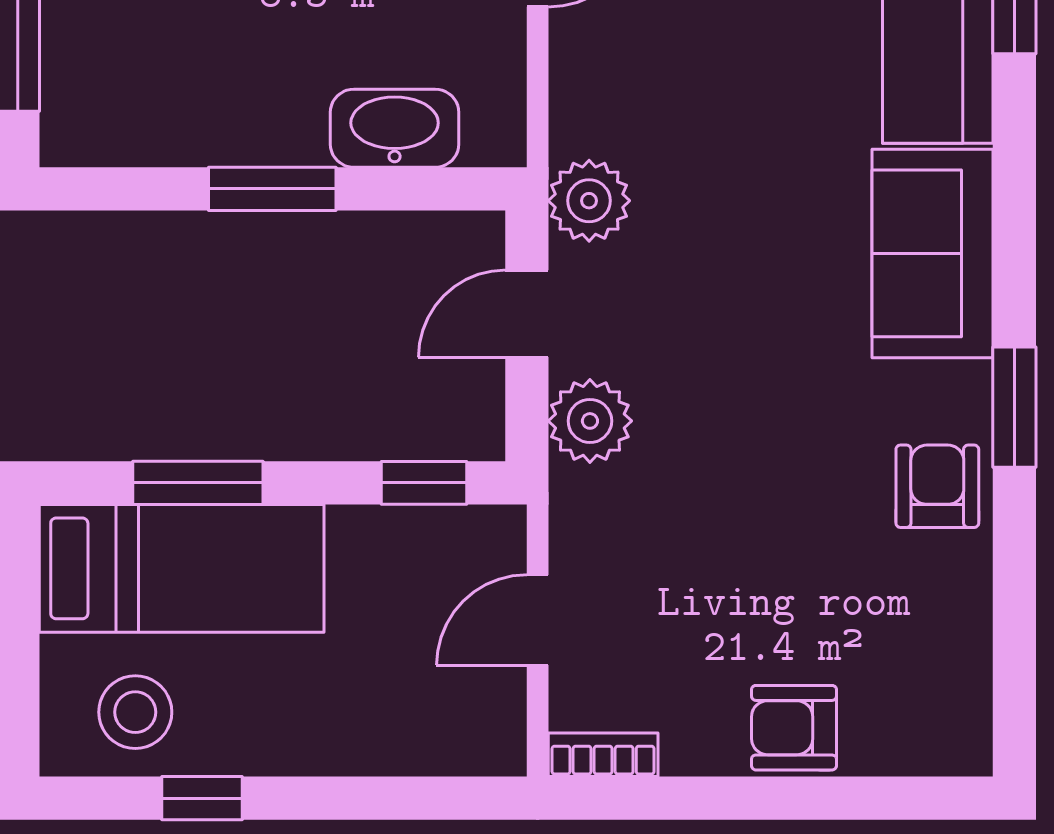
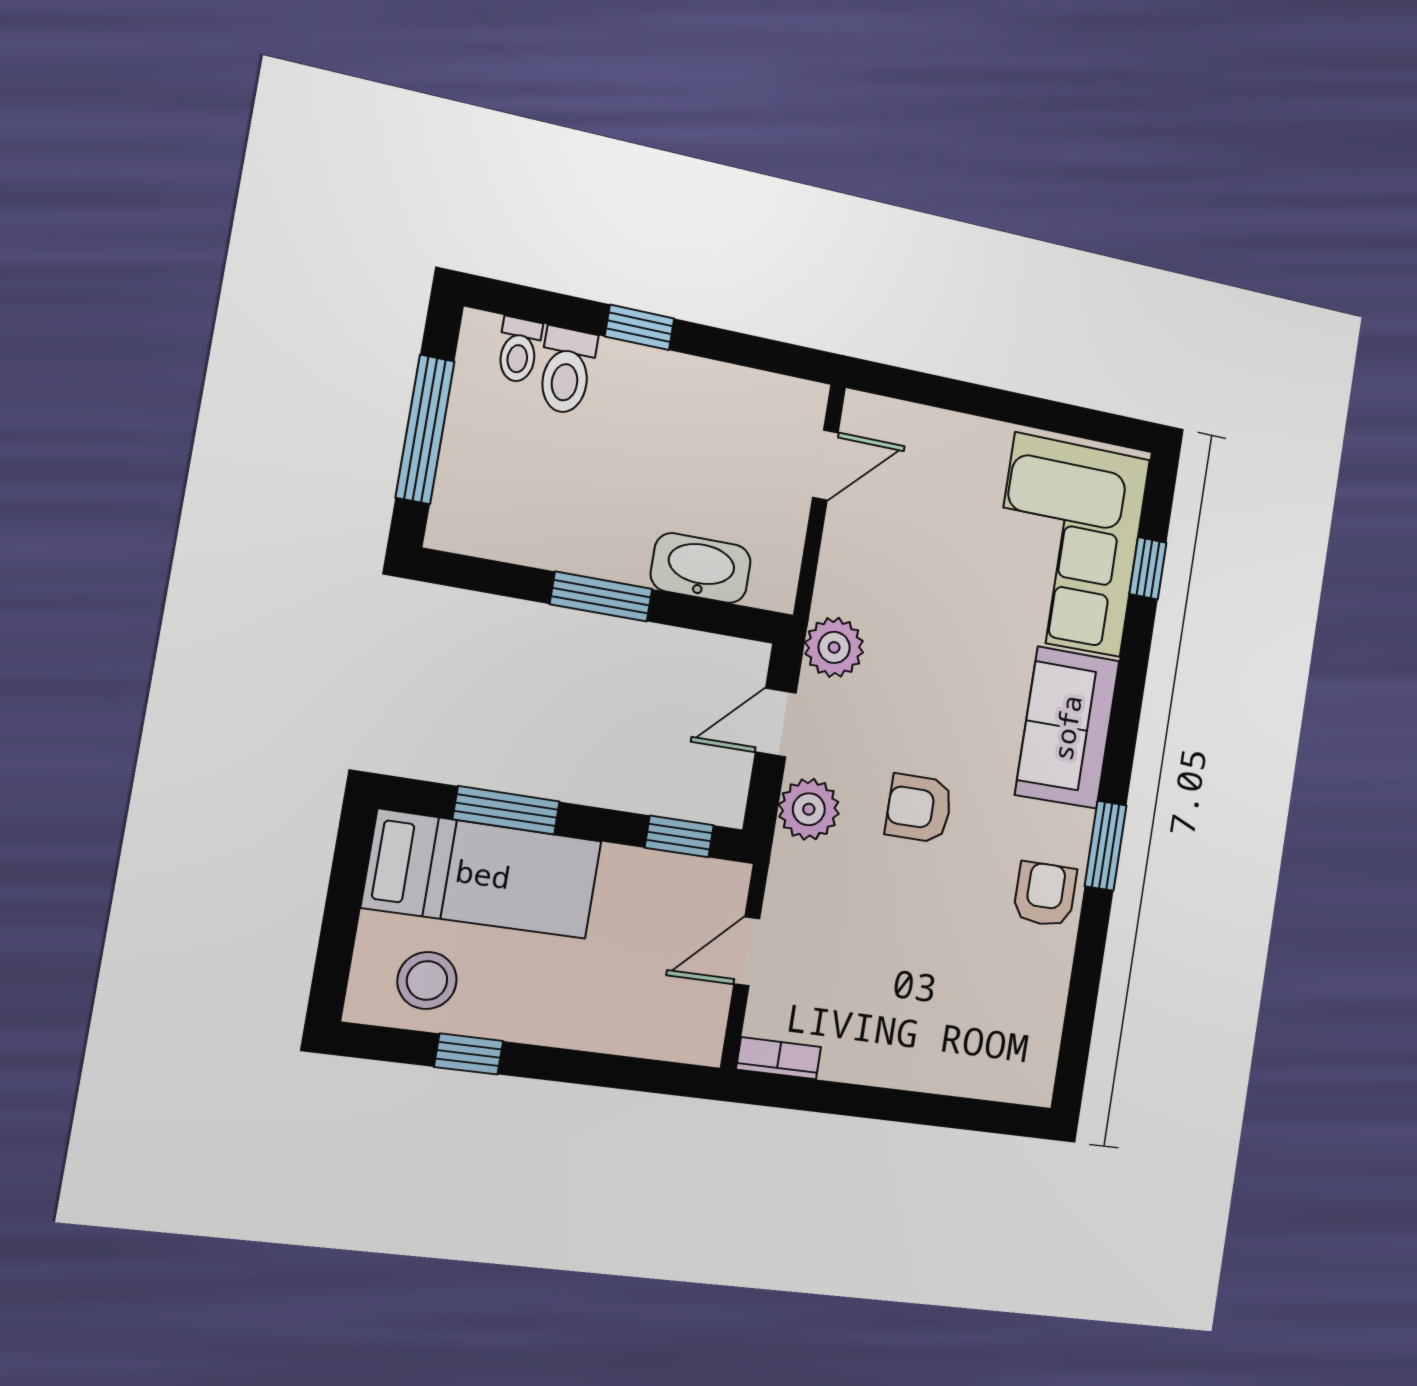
armchair: (794, 728) -> (919, 808), moved

